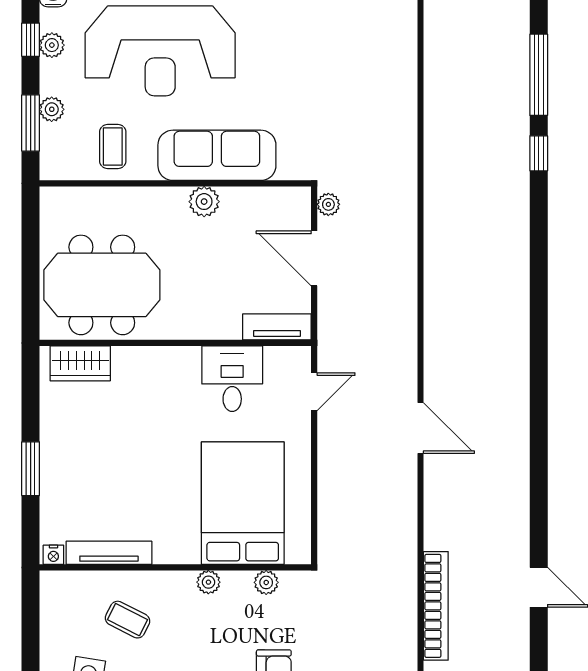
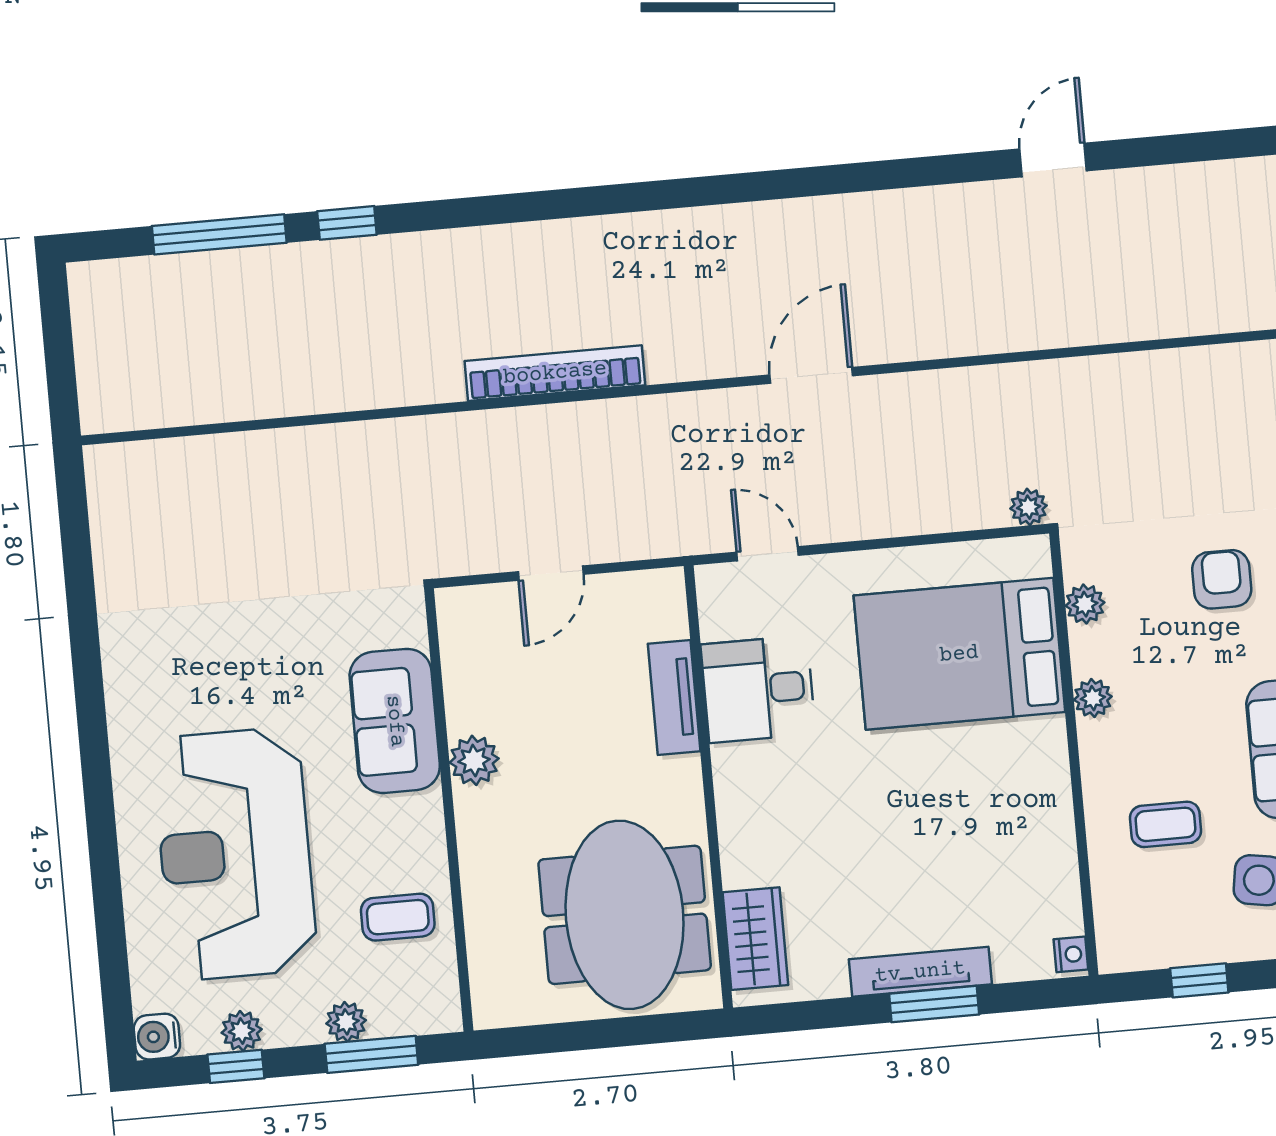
reception desk: (160, 51) -> (235, 854), turned 180
sofa: (217, 155) -> (395, 721), width x0.73
plant: (328, 204) -> (1029, 507), moved
door: (314, 258) -> (551, 573), width x0.73
tv unit: (277, 327) -> (674, 697), moved
tv unit: (109, 553) -> (920, 972), moved, turned 90
bookcase: (436, 606) -> (555, 373), moved
coffee table: (128, 620) -> (1165, 824), turned 63
window: (31, 632) -> (1199, 980), added

